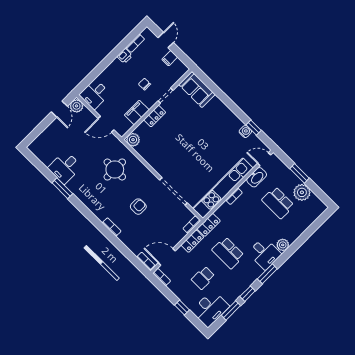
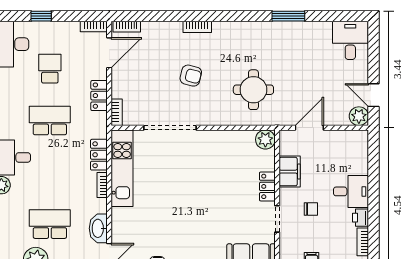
desk: (95, 94) -> (351, 191), moved, turned 90
desk: (65, 167) -> (350, 40), moved
kitchen unit: (223, 188) -> (122, 168), width x0.73
armchair: (138, 207) -> (191, 76), turned -76
locker: (209, 225) -> (99, 155), moved

